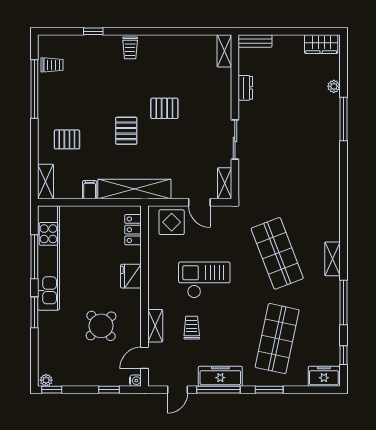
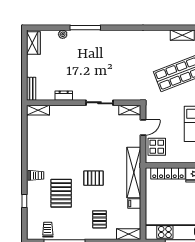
pallet: (164, 108) -> (61, 193), moved, width x1.50, depth x1.42
locker: (133, 230) -> (168, 173), width x1.53

